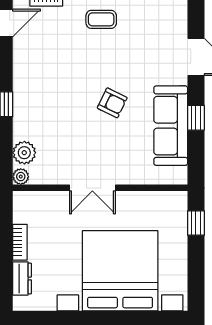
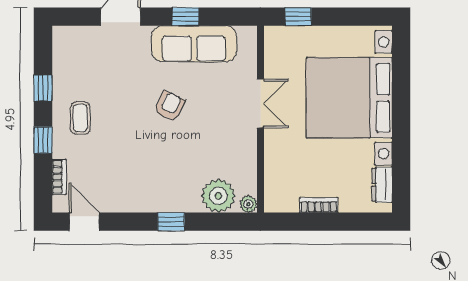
plant: (24, 153) -> (218, 196), width x1.36, depth x1.36
double door: (92, 188) -> (260, 103), moved
dresser: (22, 278) -> (382, 185), moved, turned -90

